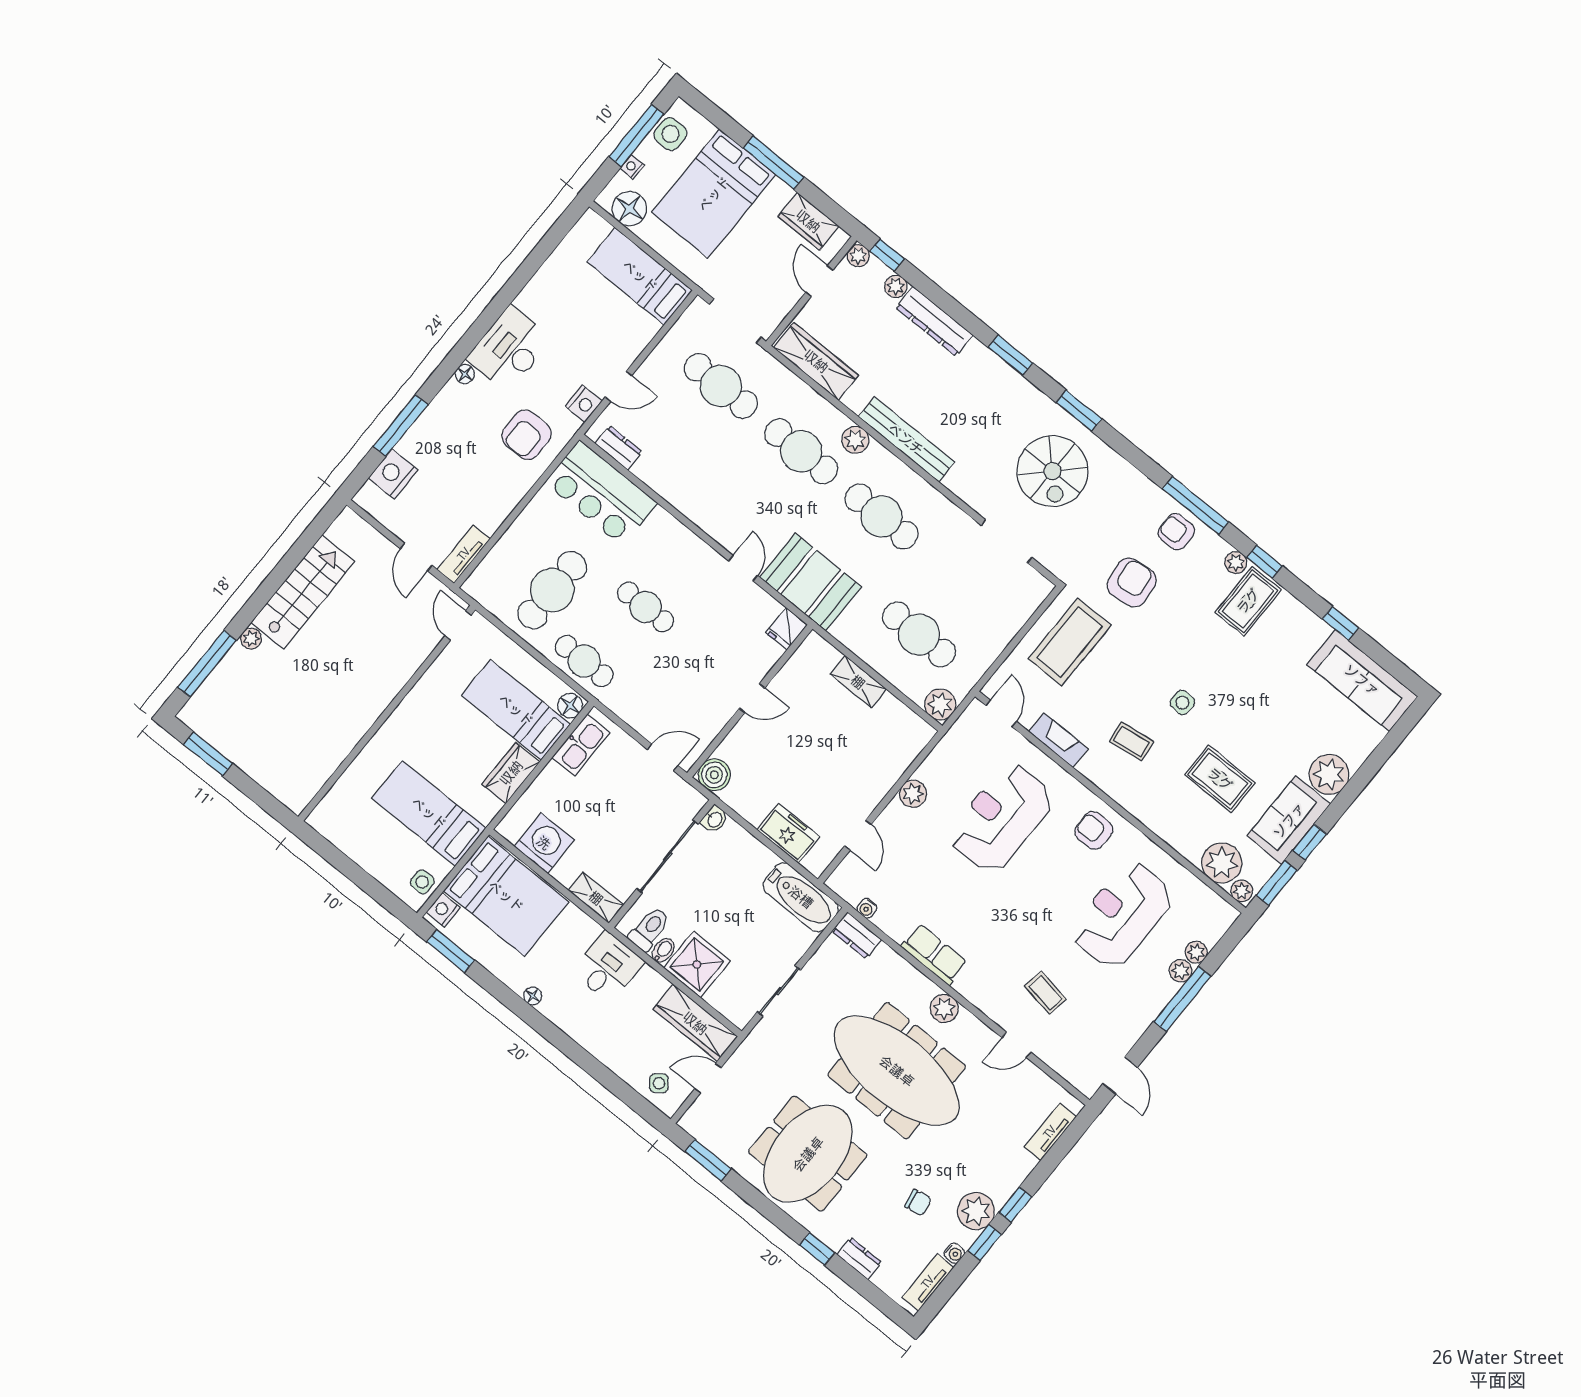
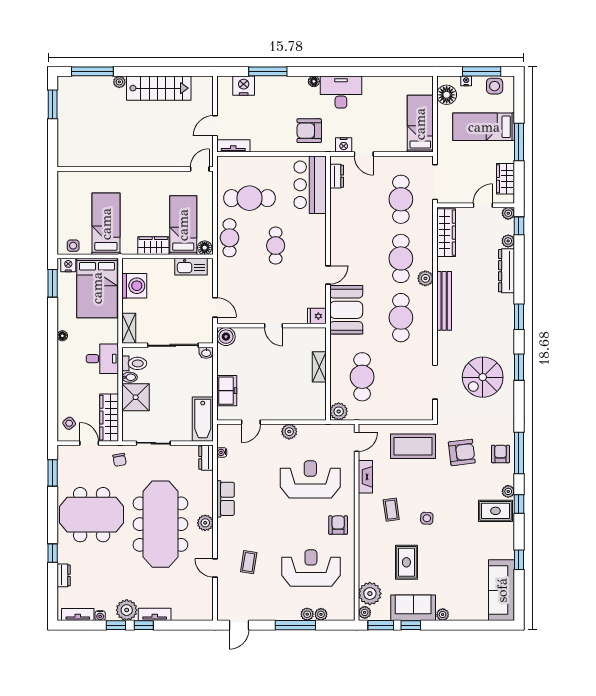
bed: (714, 194) -> (484, 127), width x0.67
plant: (1329, 774) -> (443, 615), width x0.53, depth x0.53
tv unit: (1050, 1132) -> (155, 614), moved
chair: (918, 1203) -> (120, 460), moved

